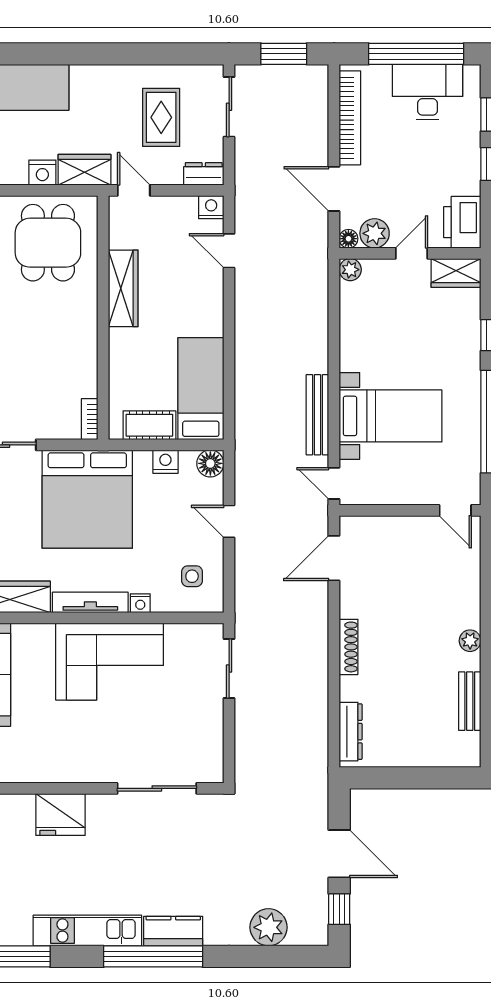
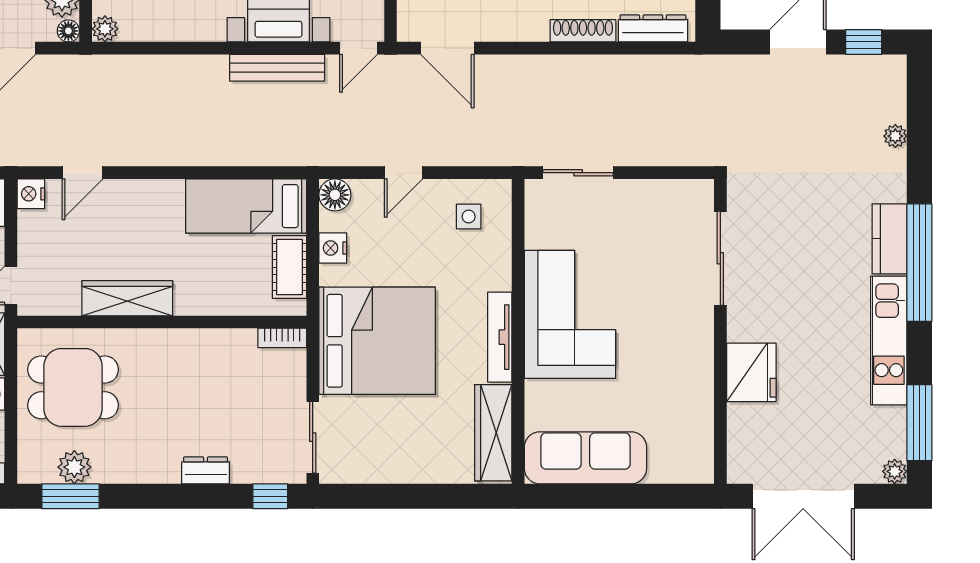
nightstand: (140, 603) -> (501, 278), removed
shoe rack: (349, 647) -> (583, 31), moved
plant: (269, 927) -> (895, 136), width x0.53, depth x0.53

